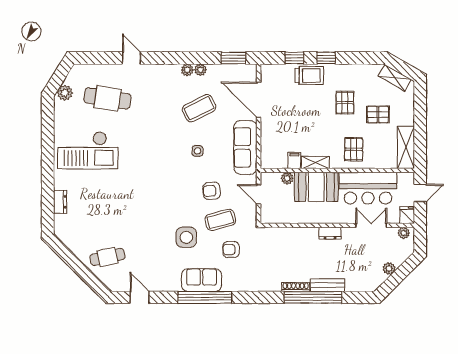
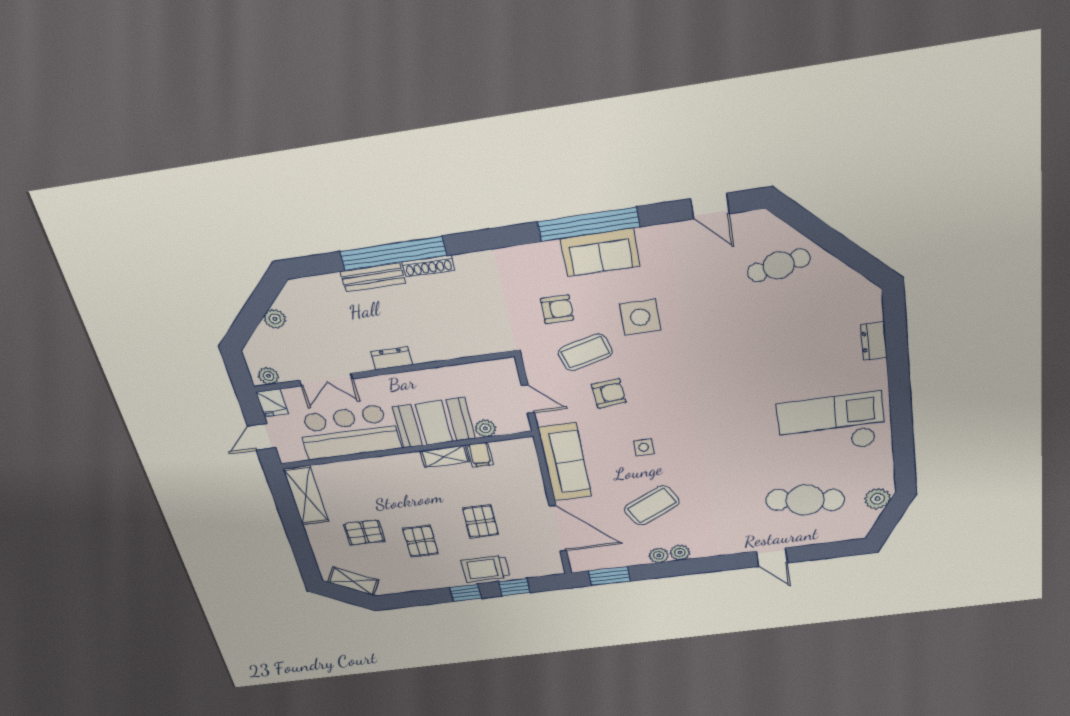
pallet: (354, 149) -> (480, 521), moved

